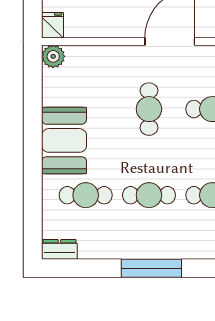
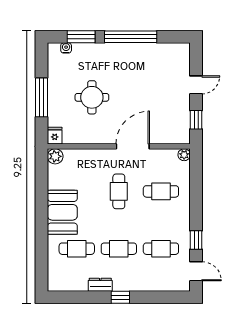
dresser: (59, 249) -> (100, 285), moved
window: (151, 268) -> (120, 297), width x0.46

